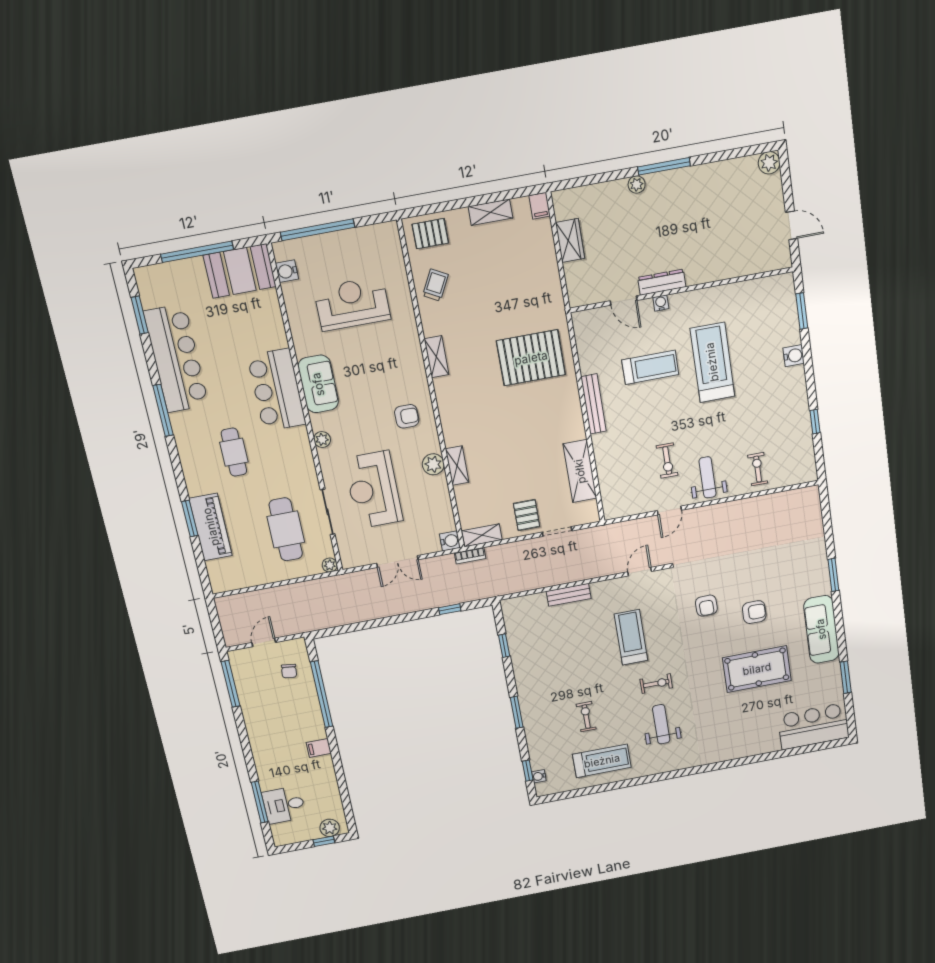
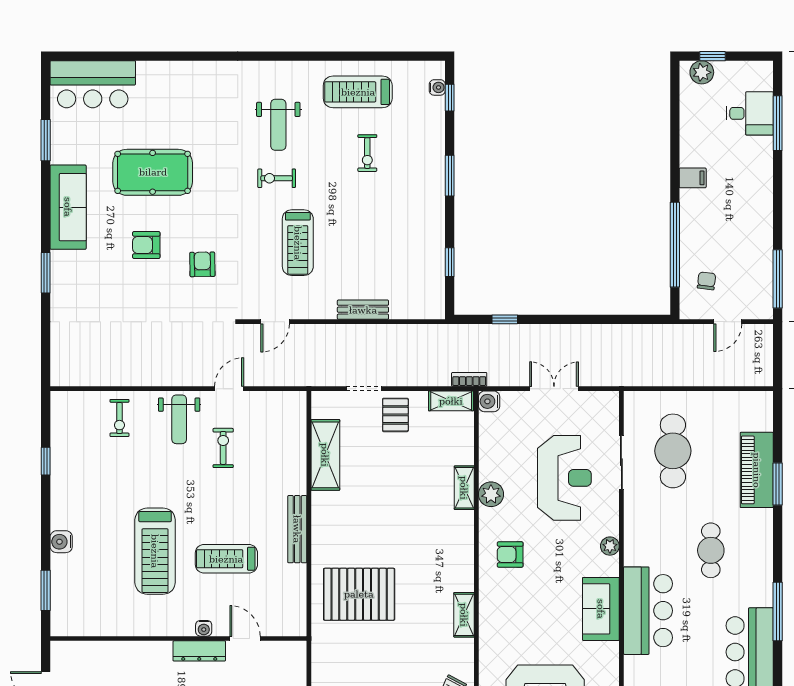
plant: (330, 565) -> (632, 399), removed

